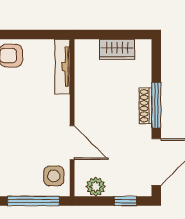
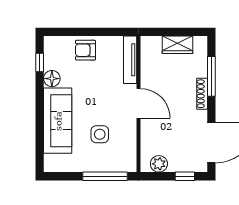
window: (156, 105) -> (211, 76), moved
door: (72, 143) -> (138, 103), moved
side table: (54, 176) -> (100, 134), moved

